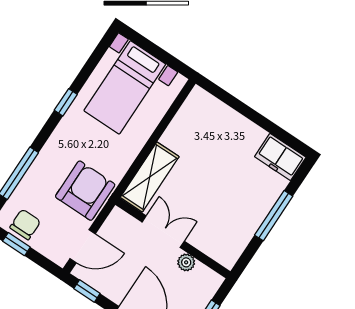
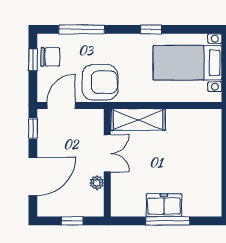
freezer: (280, 157) -> (164, 205), moved, turned 90
door: (83, 246) -> (61, 106), swing flipped

